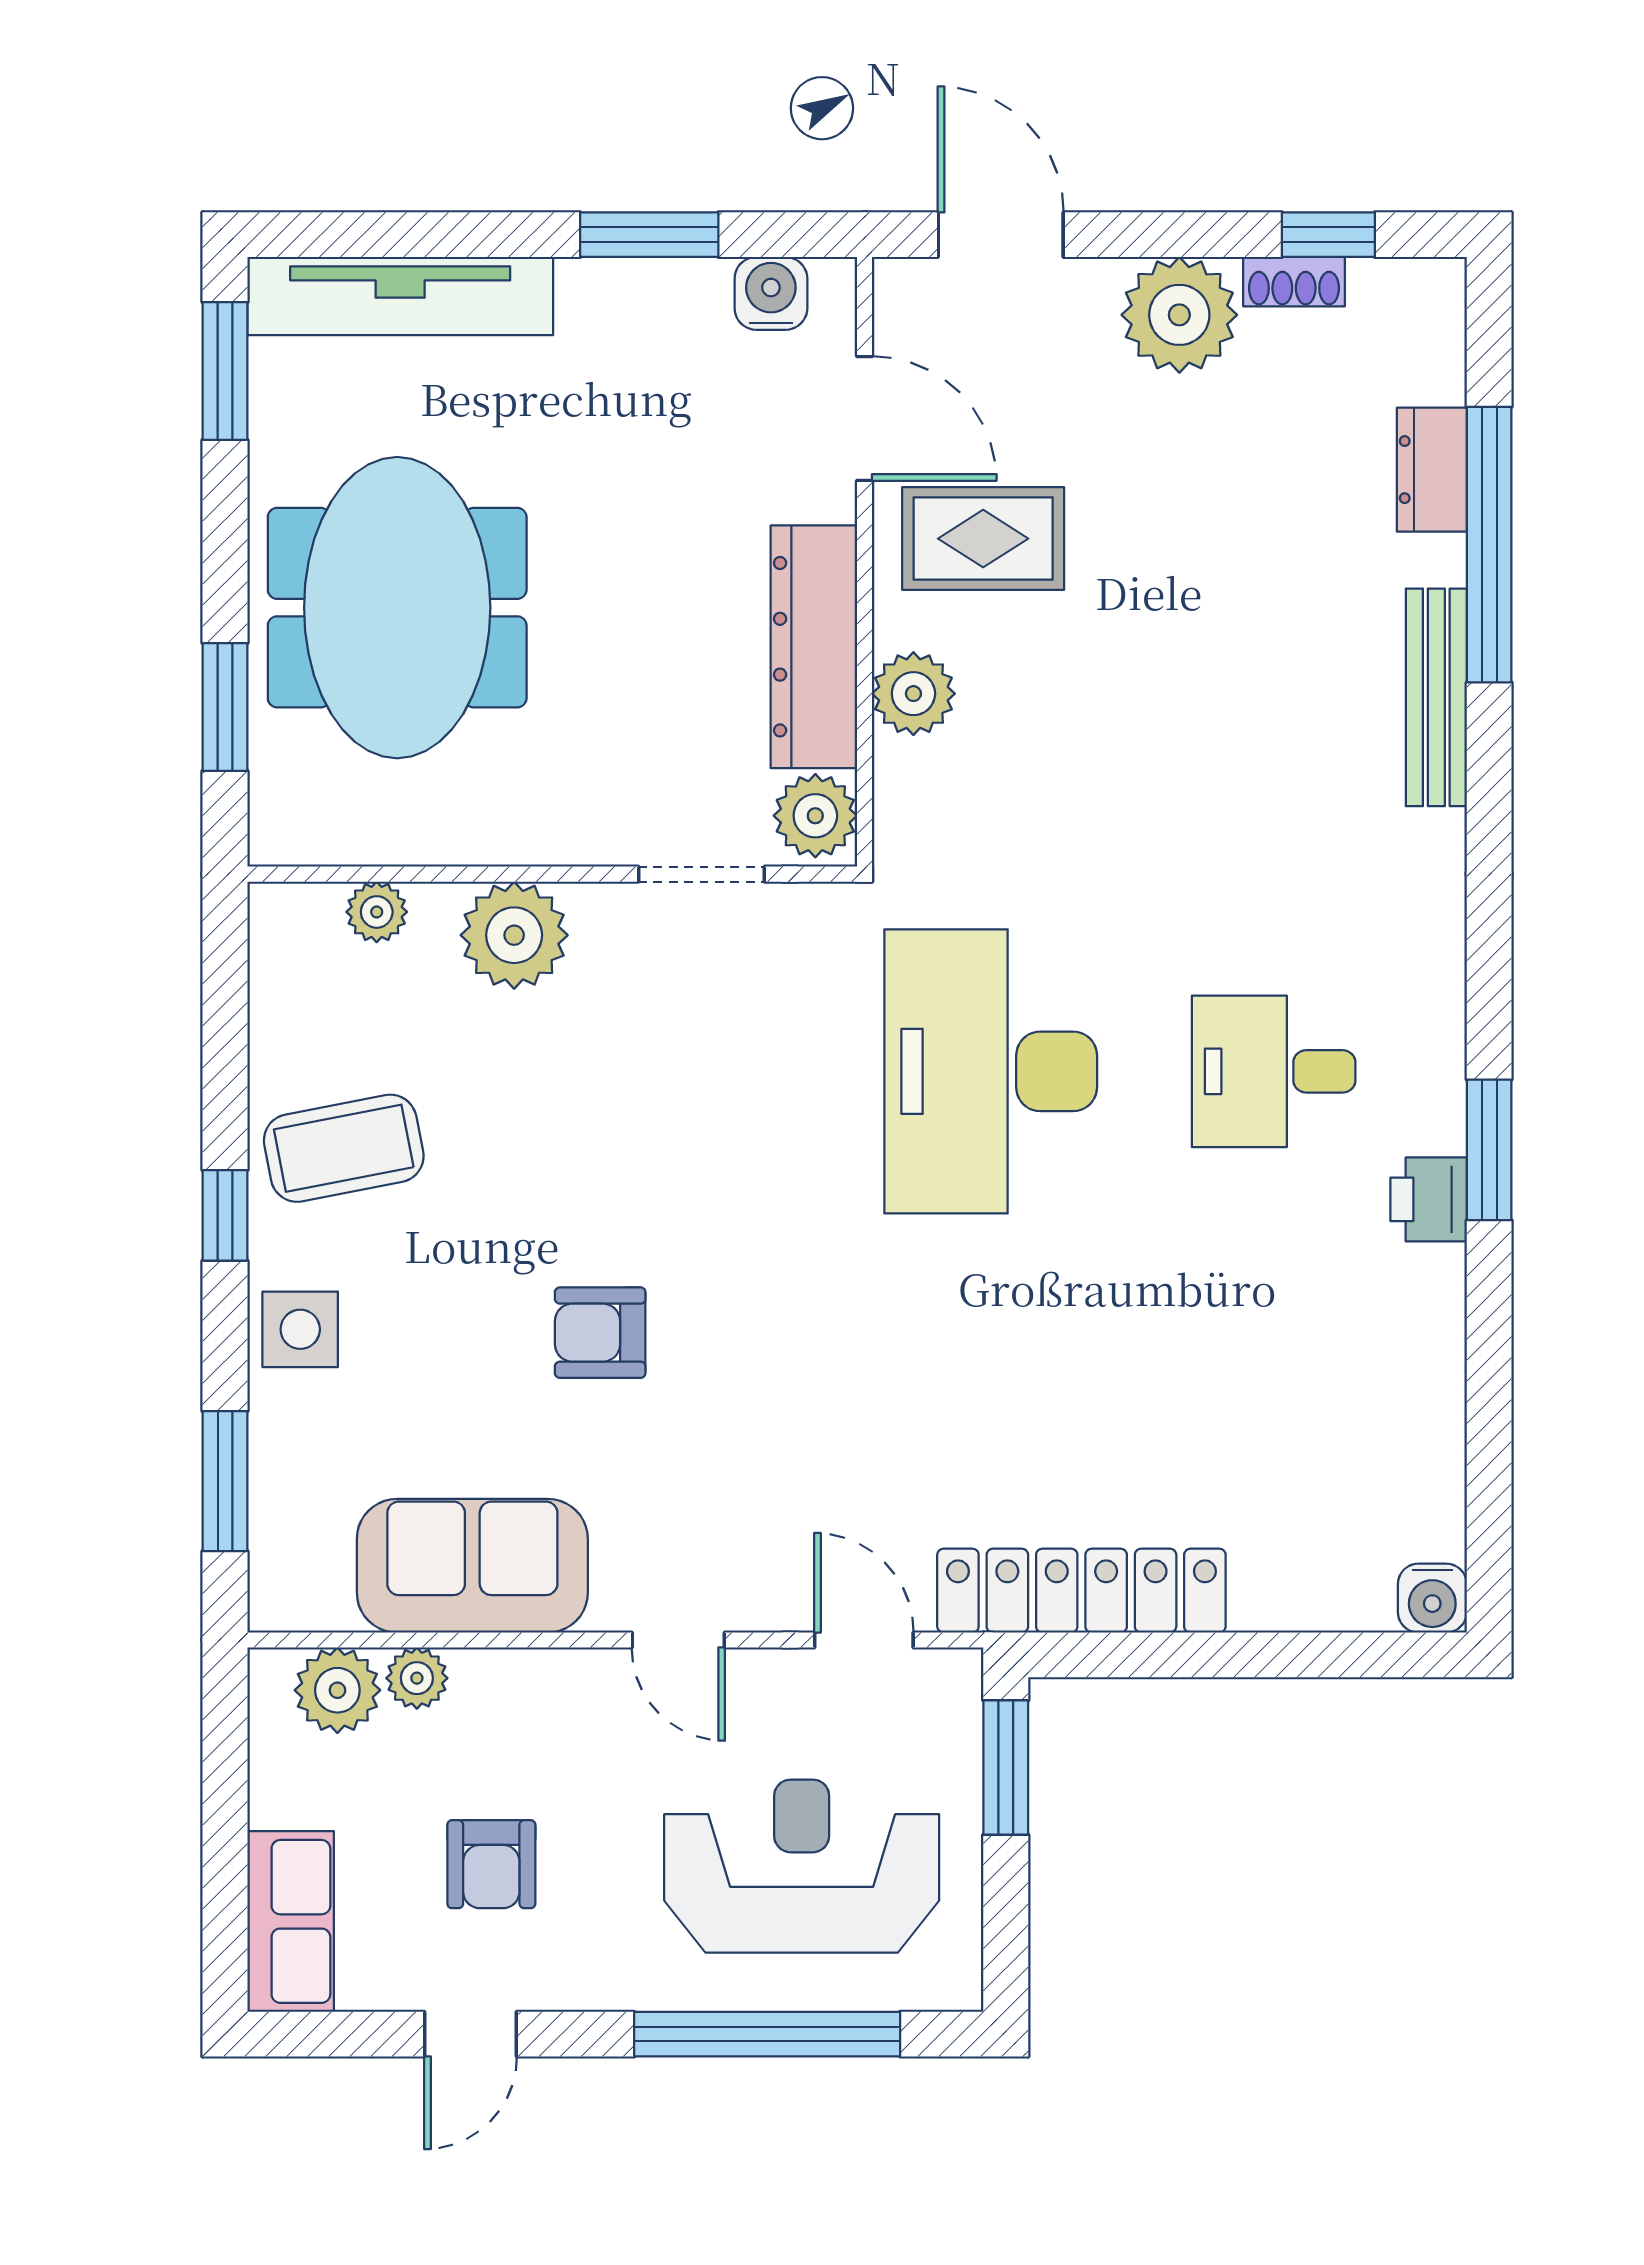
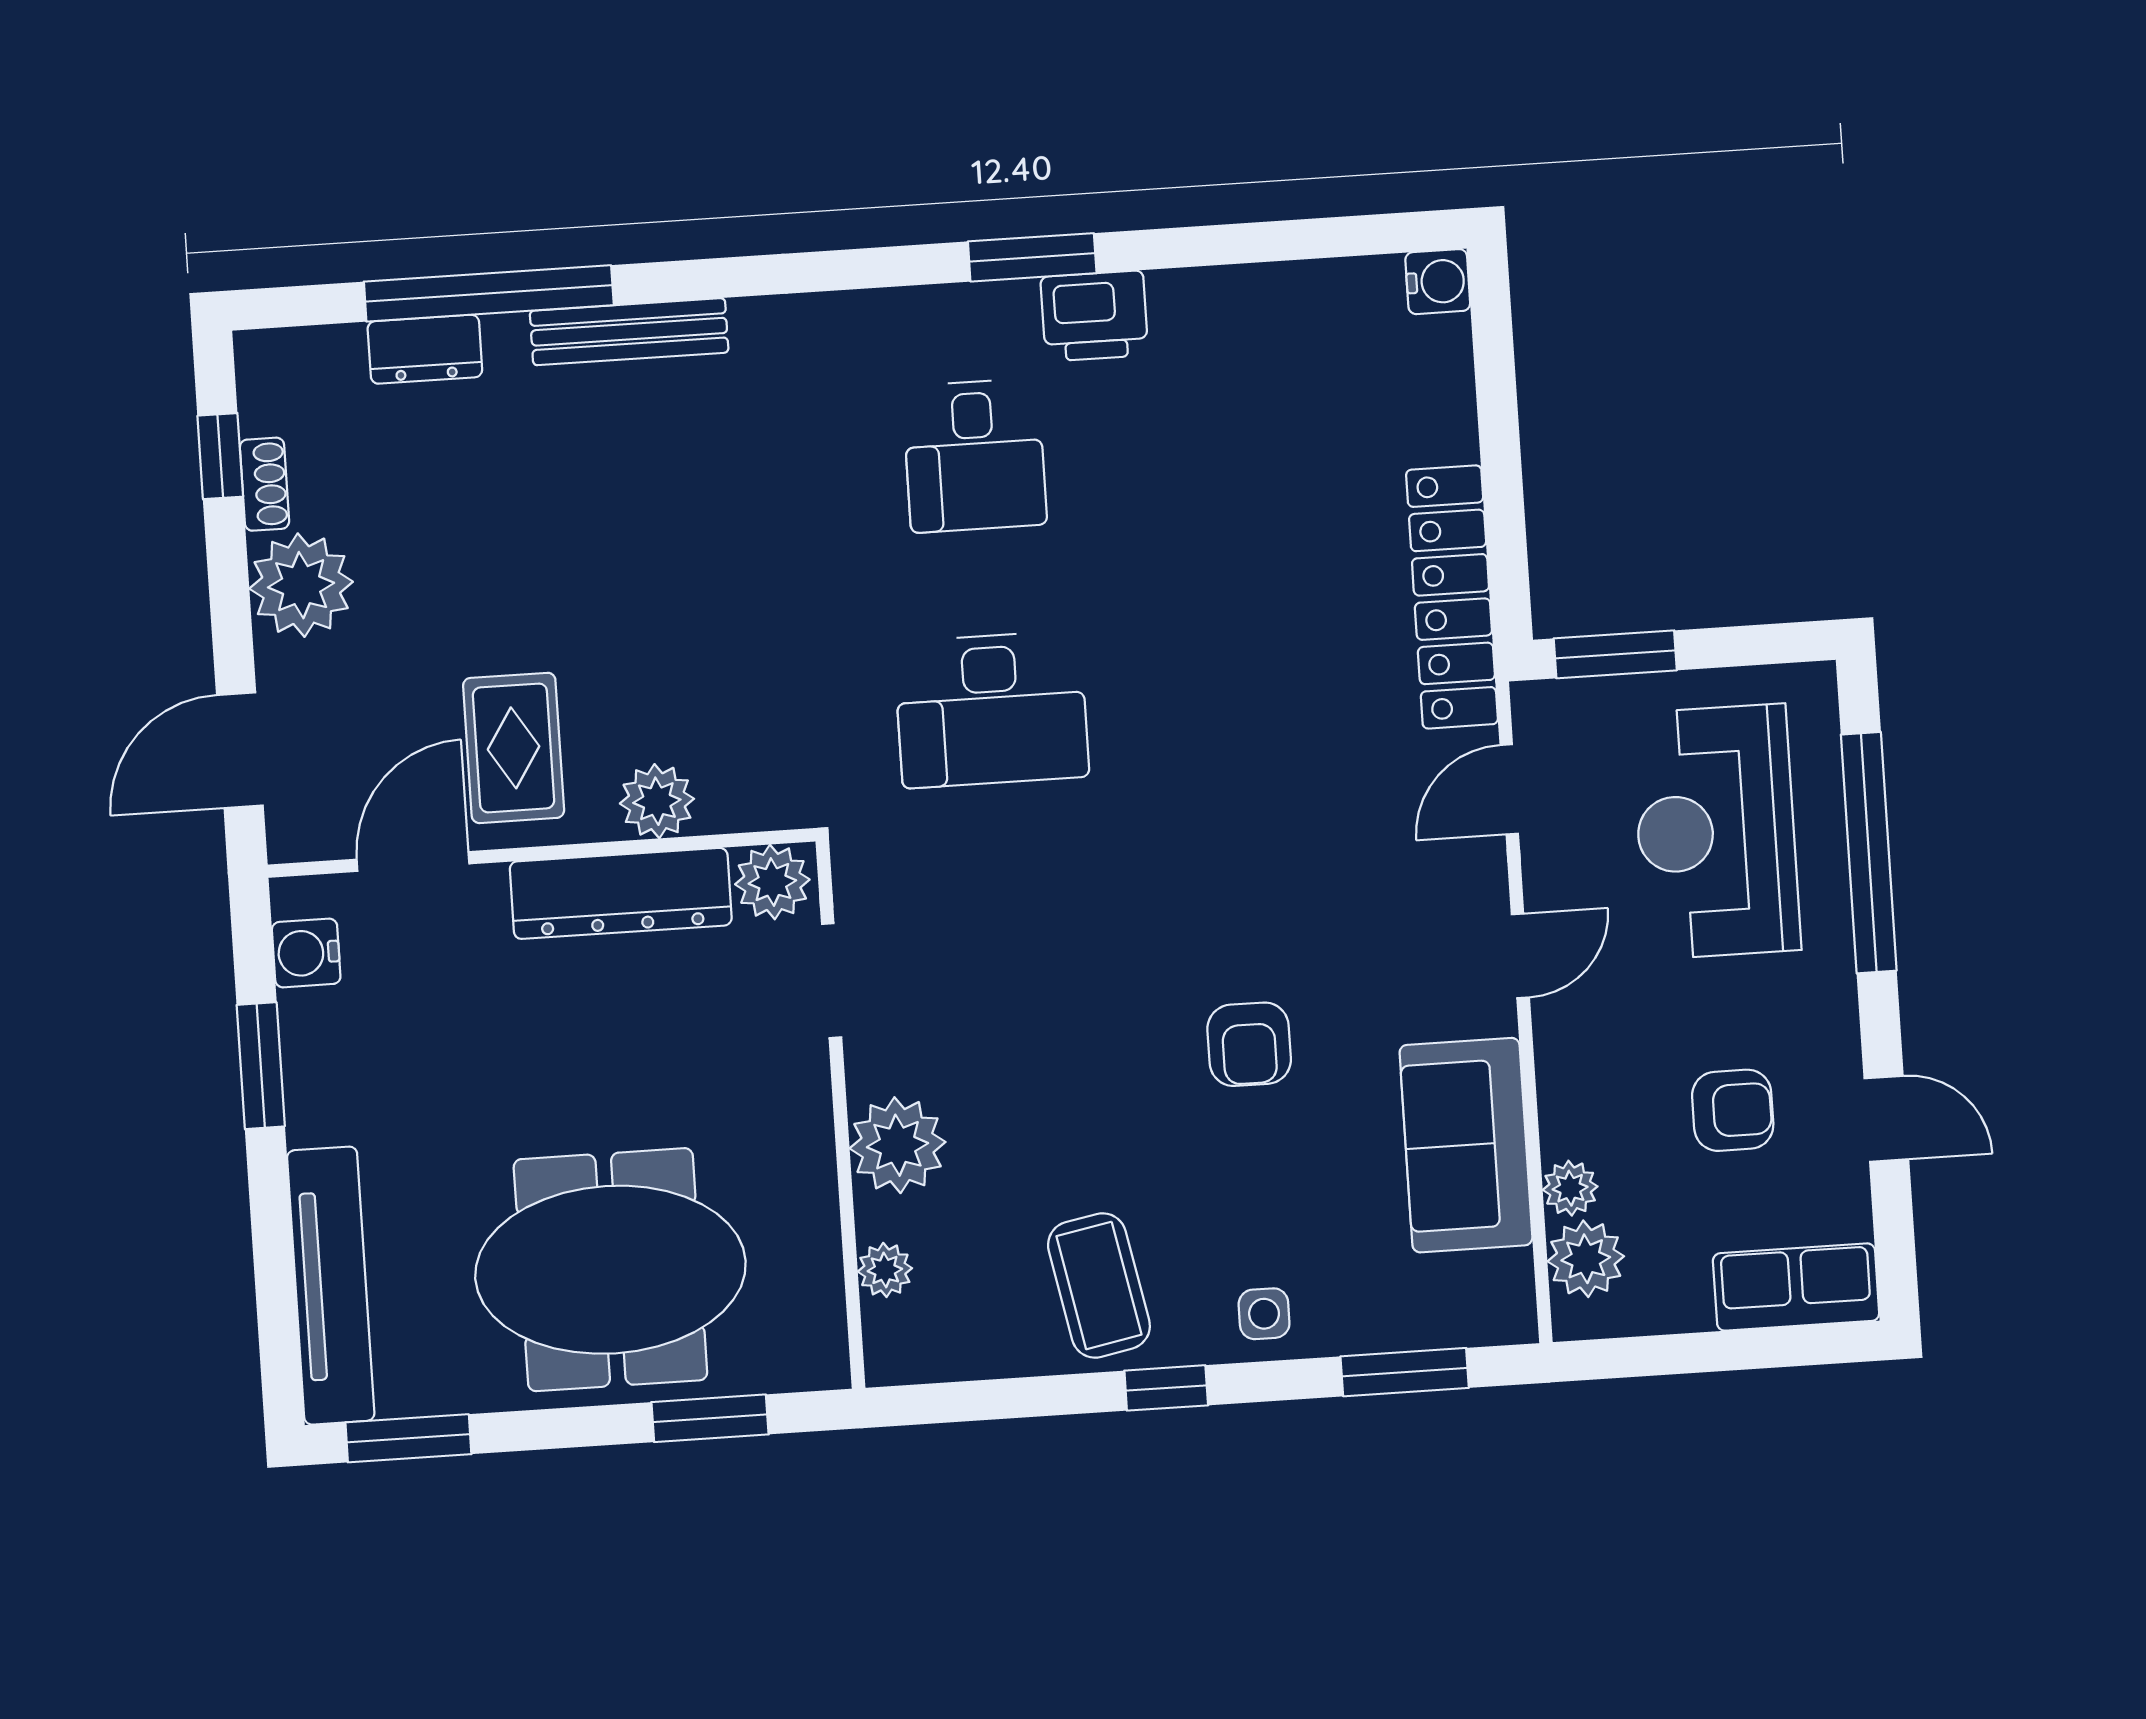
desk: (991, 1071) -> (991, 709), width x0.73, depth x0.77
printer: (1429, 1199) -> (1094, 316), width x1.36, depth x1.24
side table: (300, 1329) -> (1264, 1314), width x0.73, depth x0.73

